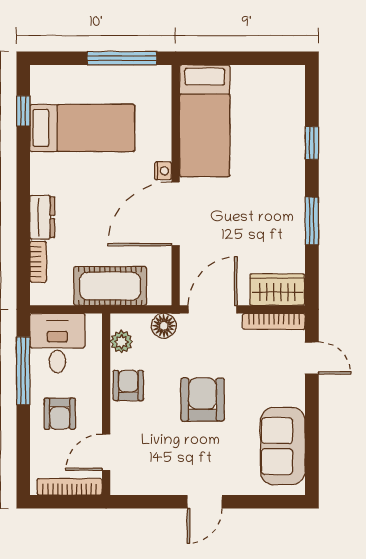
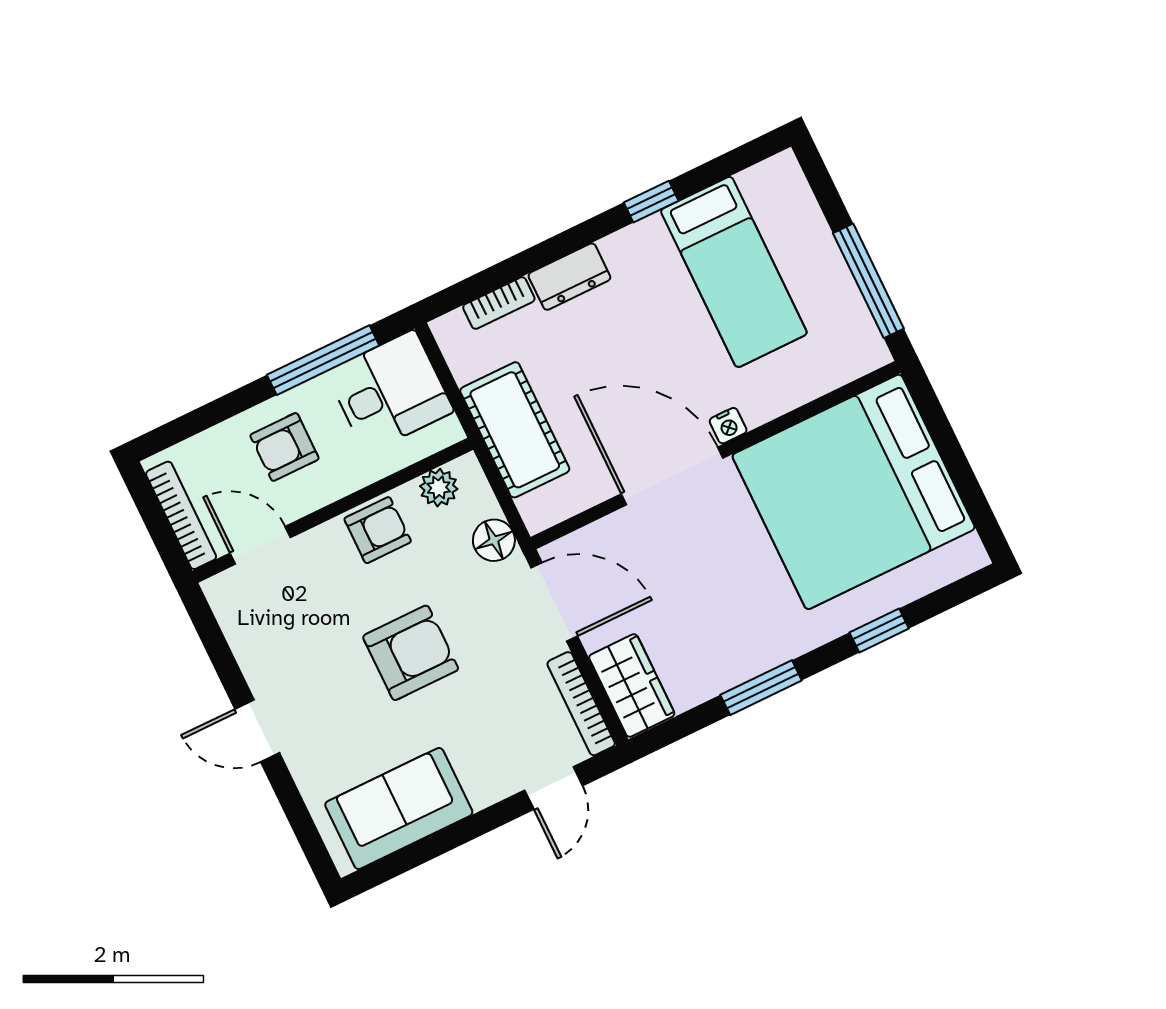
window: (23, 111) -> (651, 202), moved
bed: (205, 121) -> (854, 492), width x2.04

